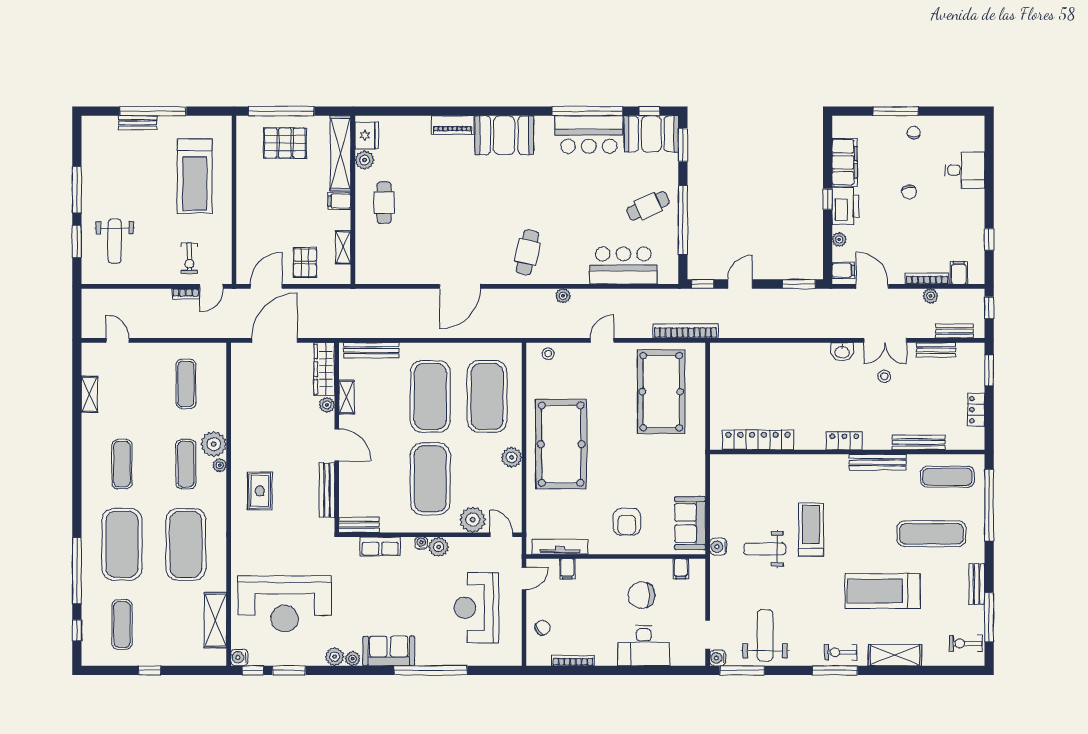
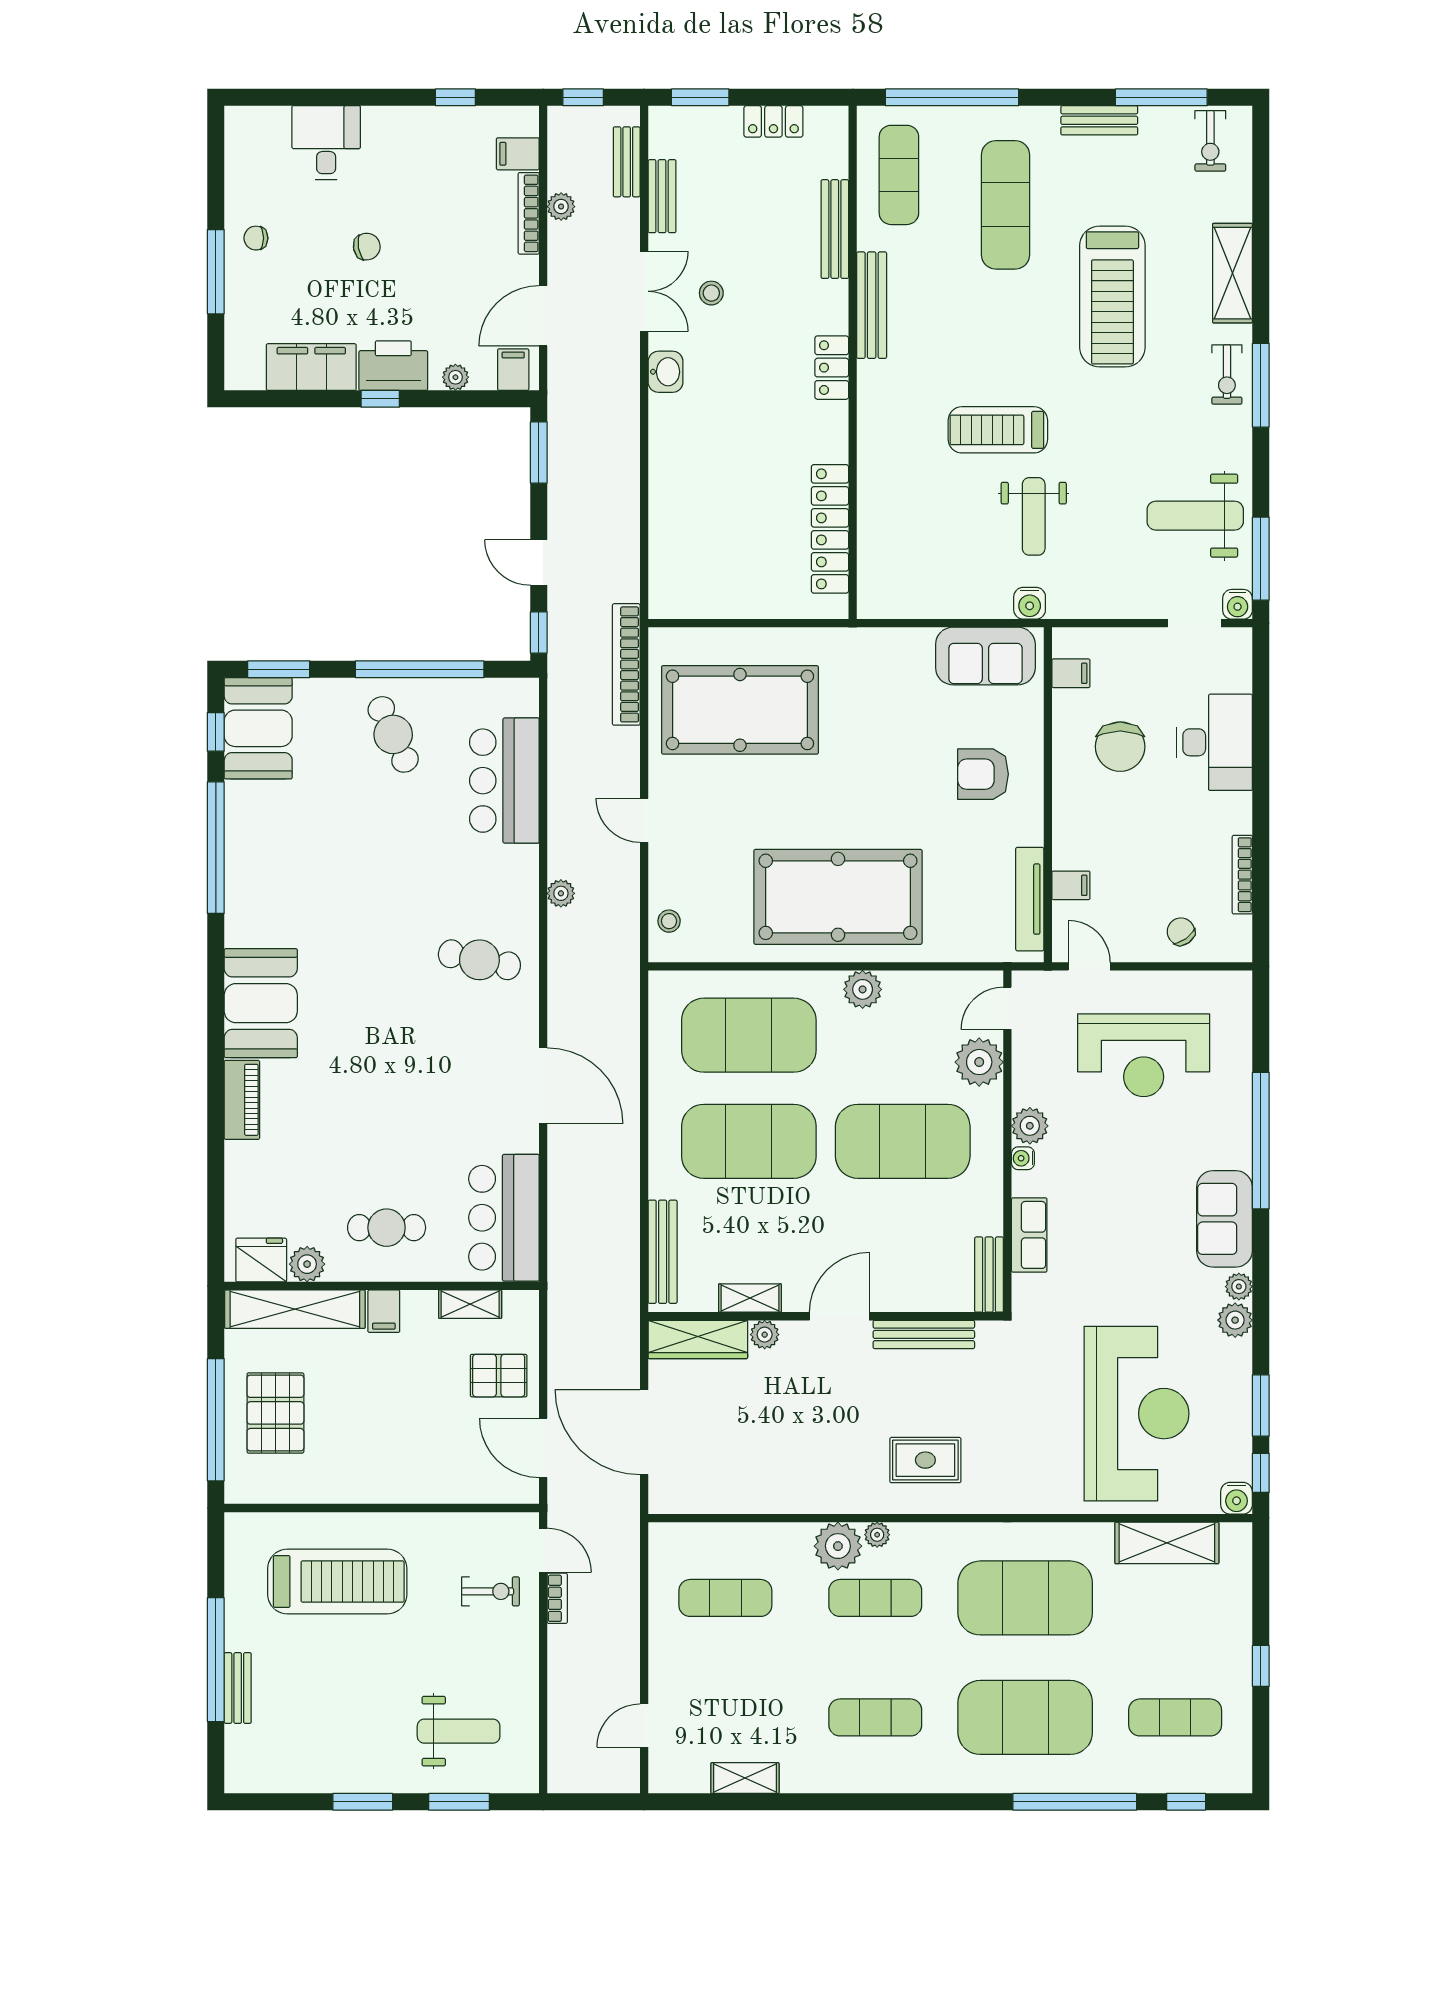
bar counter: (589, 134) -> (504, 1218), moved, turned 180
window: (77, 190) -> (363, 1802), width x0.69
armchair: (627, 522) -> (983, 774), turned 180

